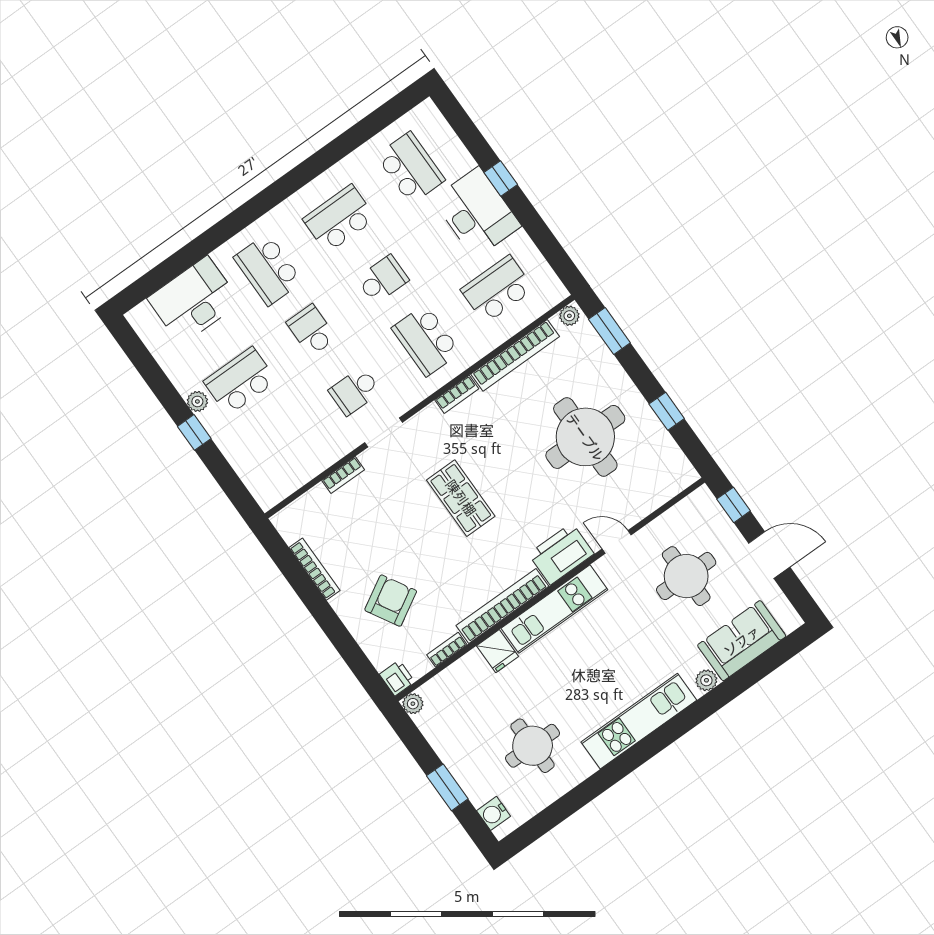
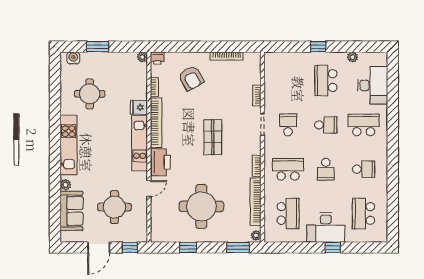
school desk: (411, 168) -> (364, 213), turned 90
school desk: (339, 219) -> (364, 169), width x0.54
school desk: (240, 381) -> (326, 81), turned 180
plant: (197, 401) -> (353, 57), moved
shop shelf: (461, 498) -> (213, 137), turned 90

